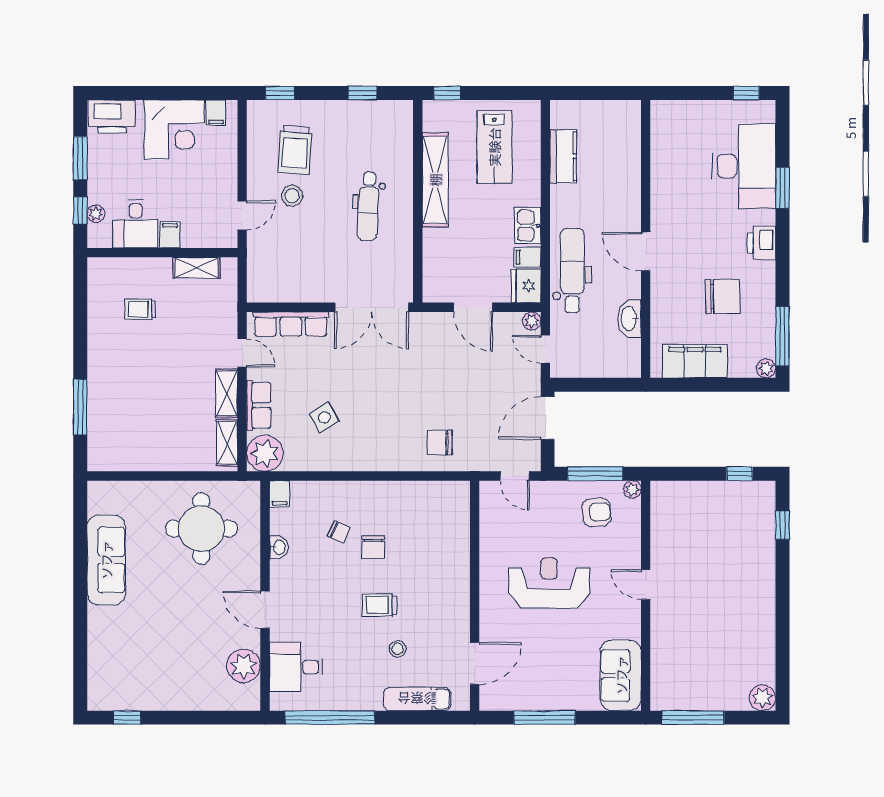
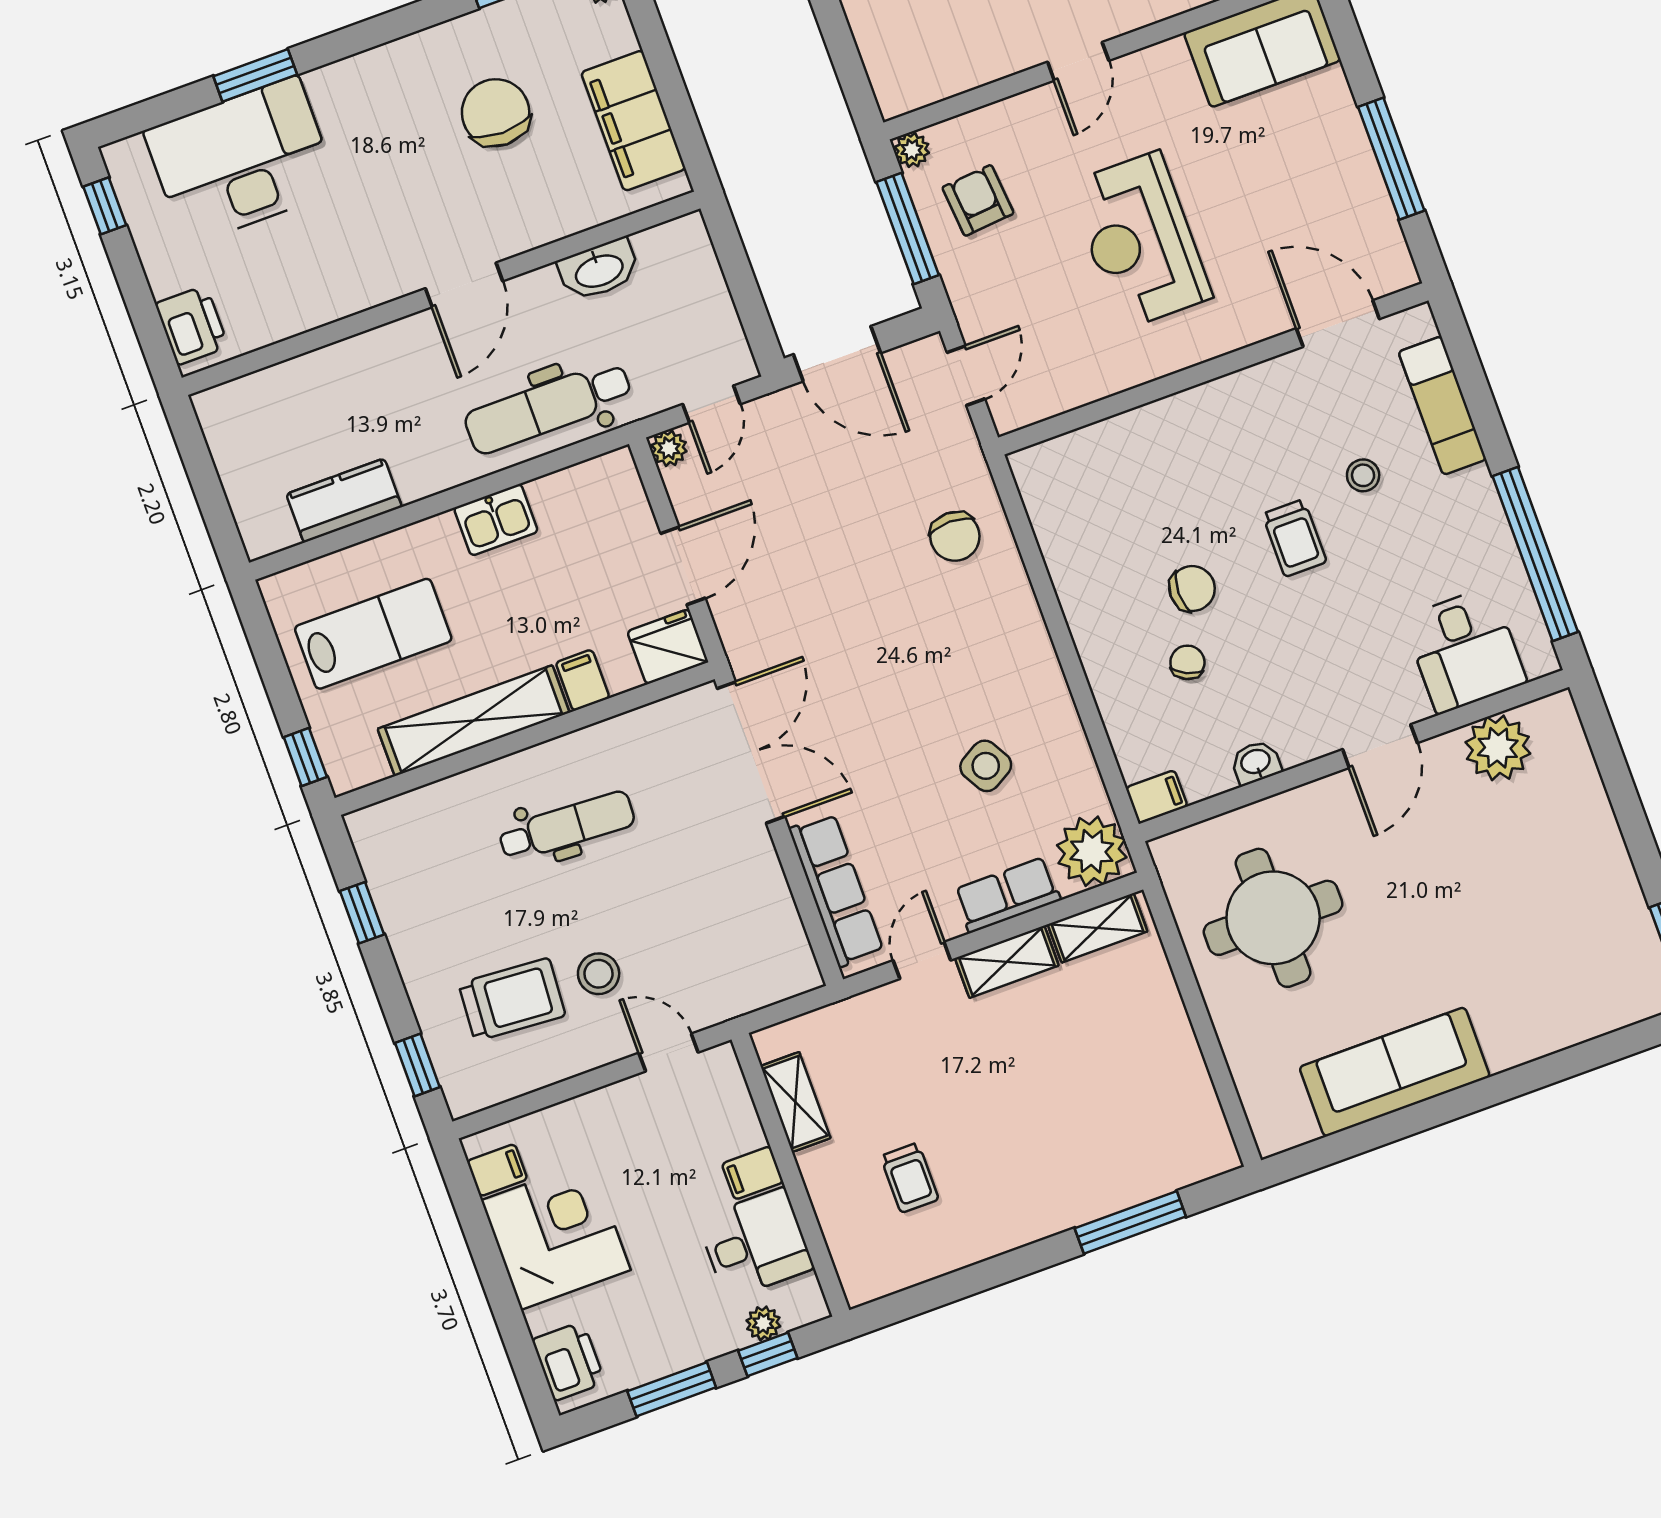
printer: (112, 117) -> (569, 1361), width x0.73, depth x0.84
printer: (762, 243) -> (192, 325), moved, turned -90
filing cabinet: (527, 257) -> (583, 680), moved, turned 180
fridge: (526, 286) -> (668, 647), moved, turned 180

